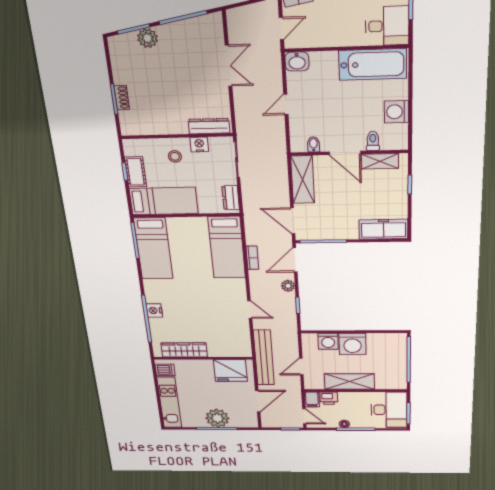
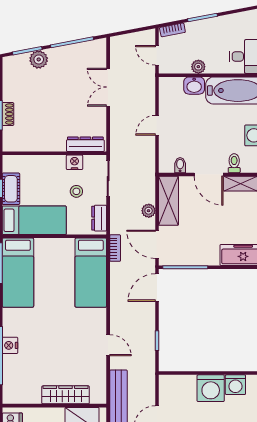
door: (281, 28) -> (157, 55), swing flipped
plant: (330, 40) -> (198, 67), added
washbasin: (297, 62) -> (194, 86), moved
double door: (229, 66) -> (108, 87), swing flipped
stool: (175, 156) -> (76, 191), moved
bookcase: (252, 258) -> (115, 248), moved
plant: (288, 286) -> (149, 211), moved
washing machine: (328, 341) -> (235, 385), moved
wardrobe: (184, 350) -> (66, 395), moved

